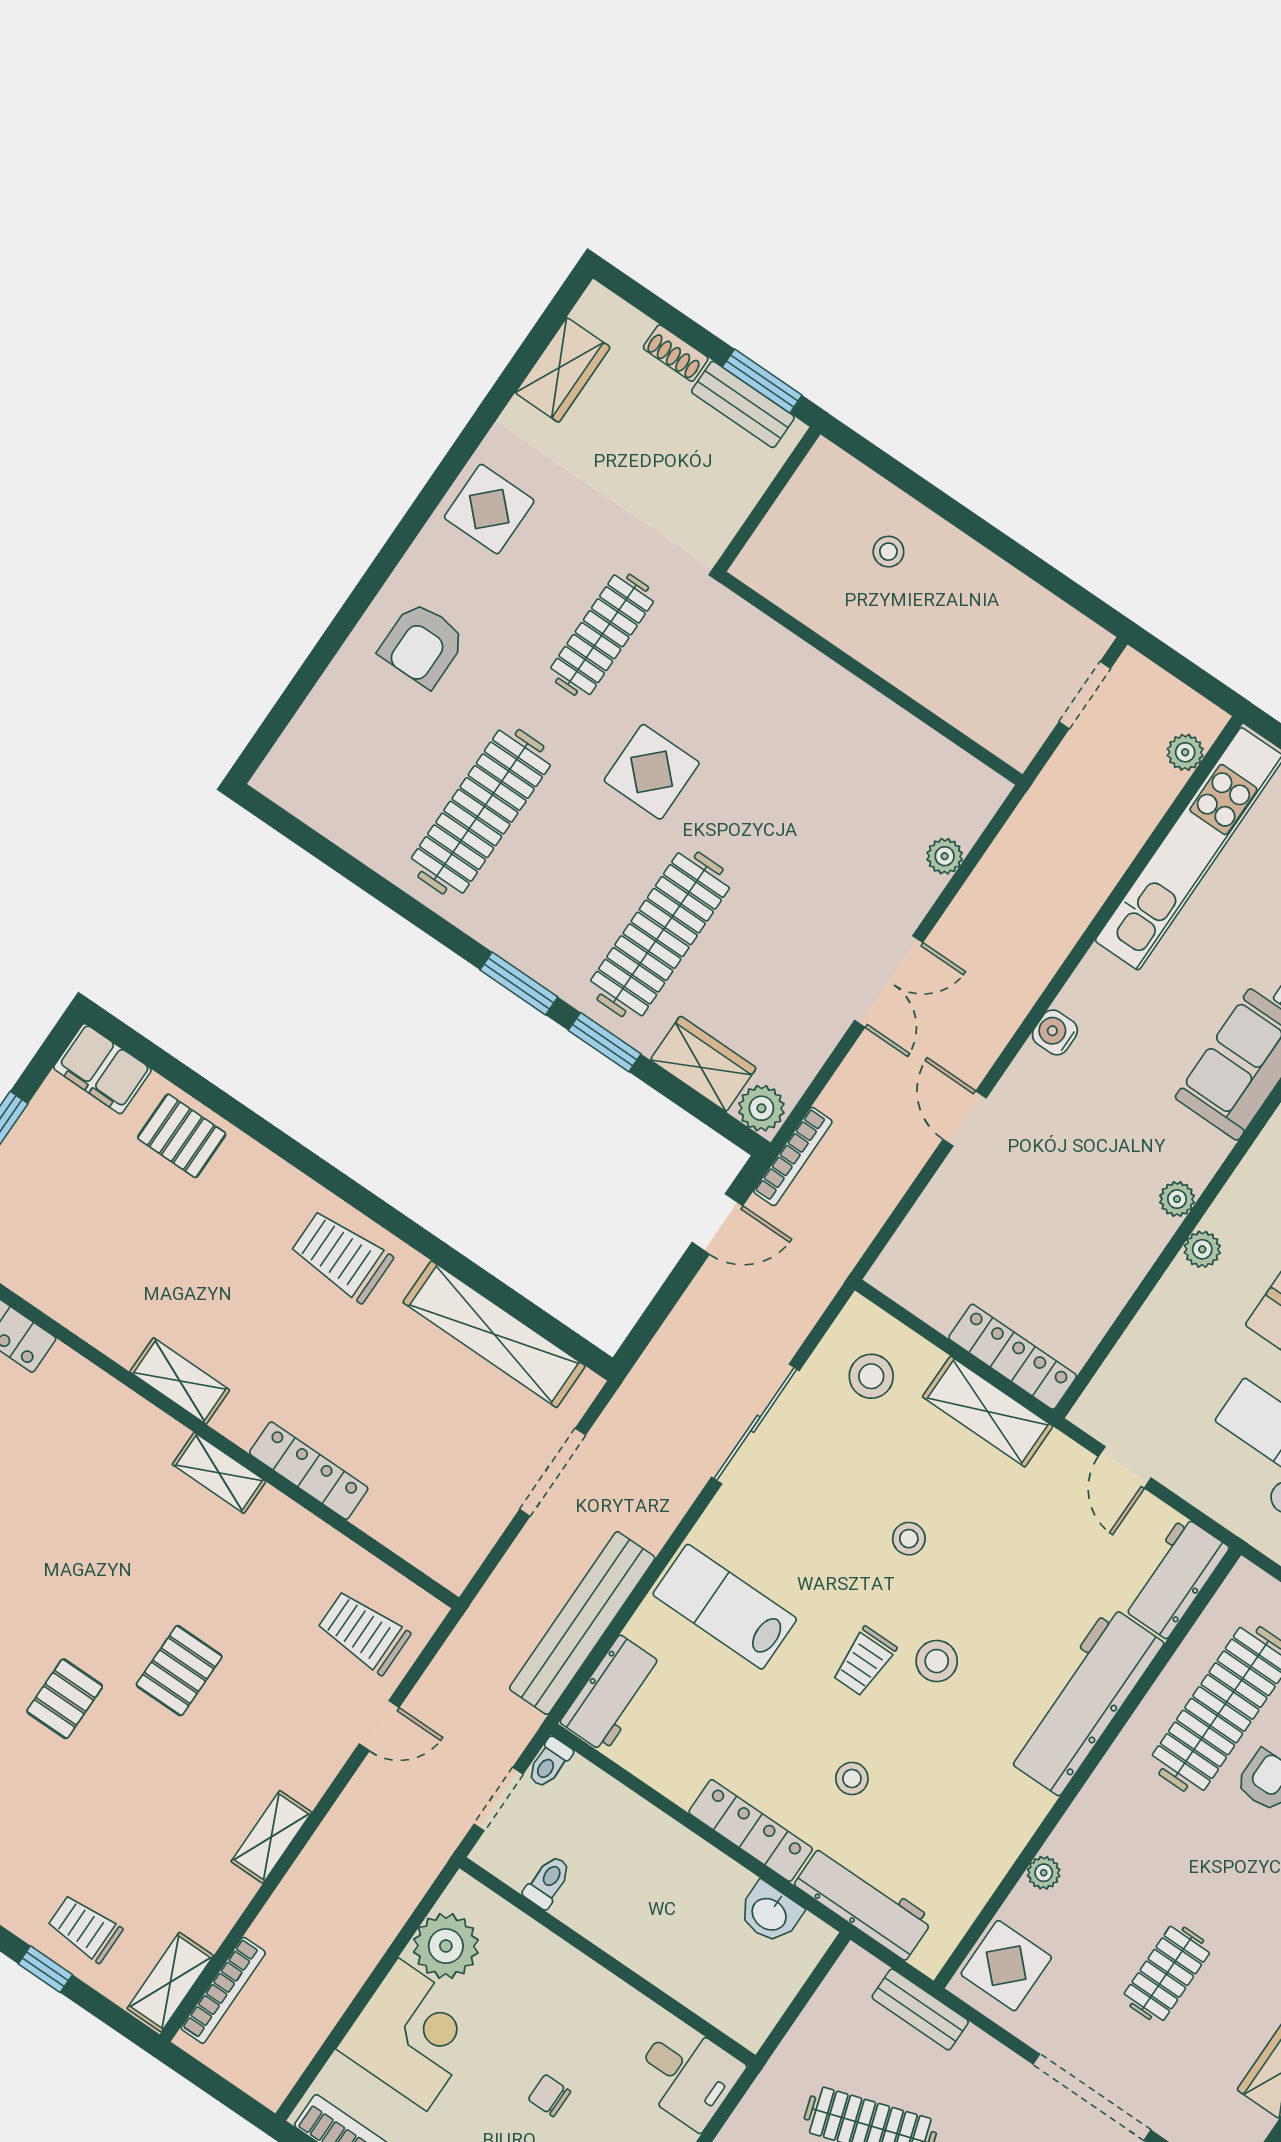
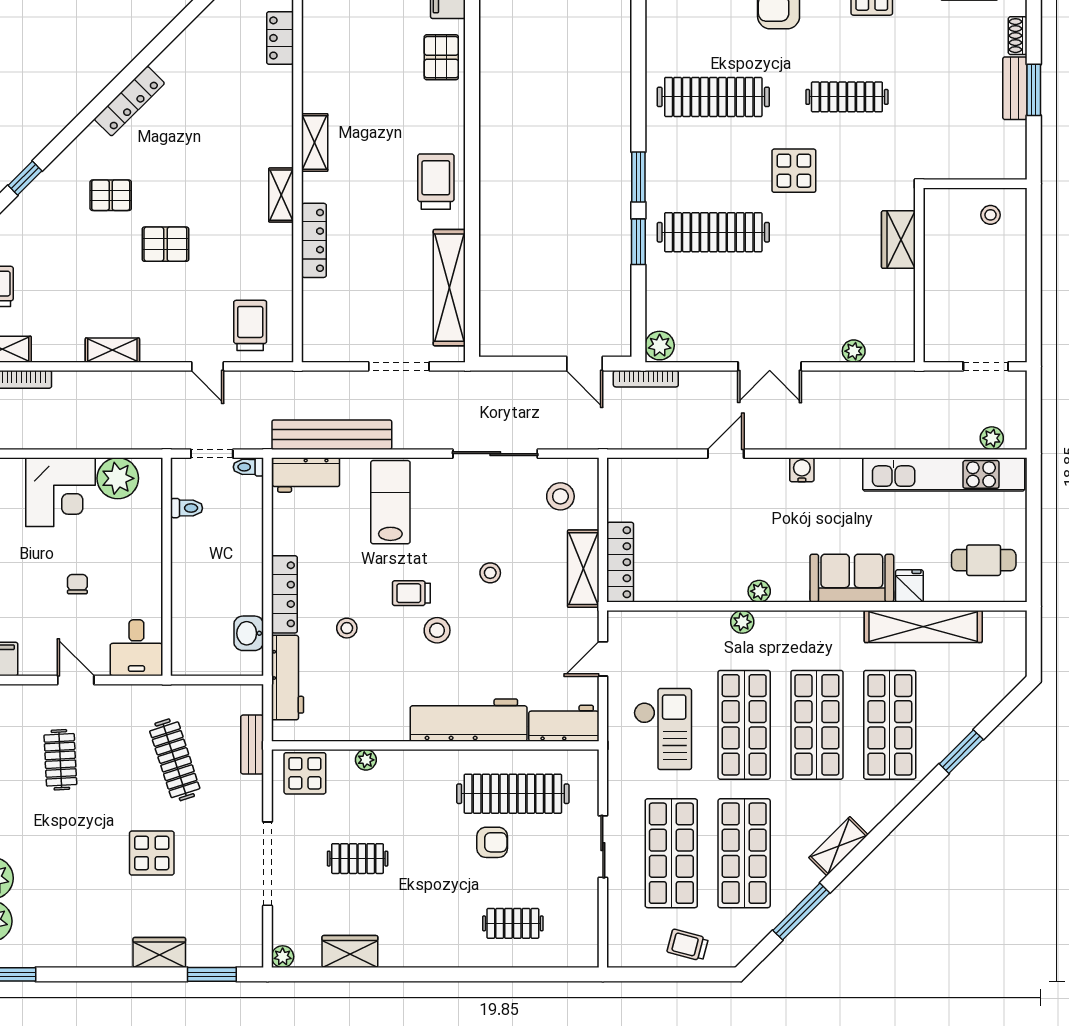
wall: (768, 499) -> (975, 184), moved
wardrobe: (703, 1064) -> (898, 240), moved, turned 180

